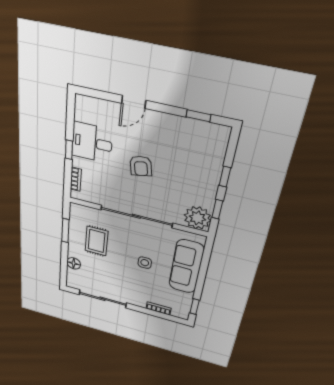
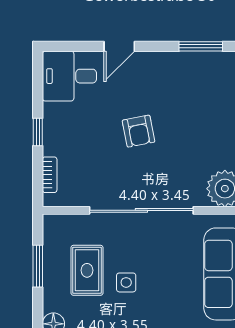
window: (198, 116) -> (201, 46), width x1.50
desk: (92, 143) -> (69, 76), moved
side table: (145, 263) -> (126, 282), moved

